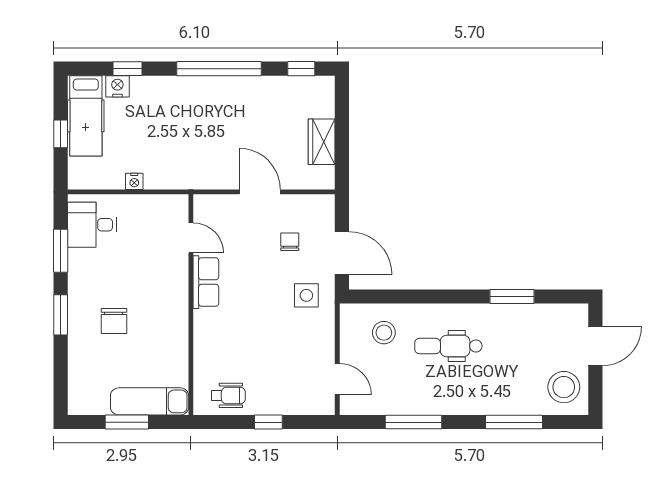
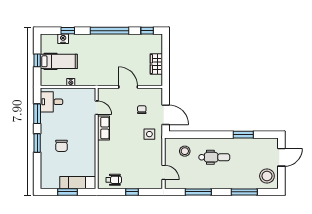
hospital bed: (86, 116) -> (59, 61), moved, turned -90
dental chair: (448, 346) -> (214, 157), turned 180

